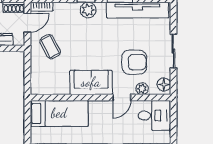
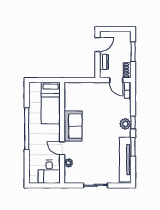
coffee table: (50, 47) -> (99, 97), removed
armchair: (134, 62) -> (88, 157), removed
floor lamp: (164, 85) -> (72, 178), removed

